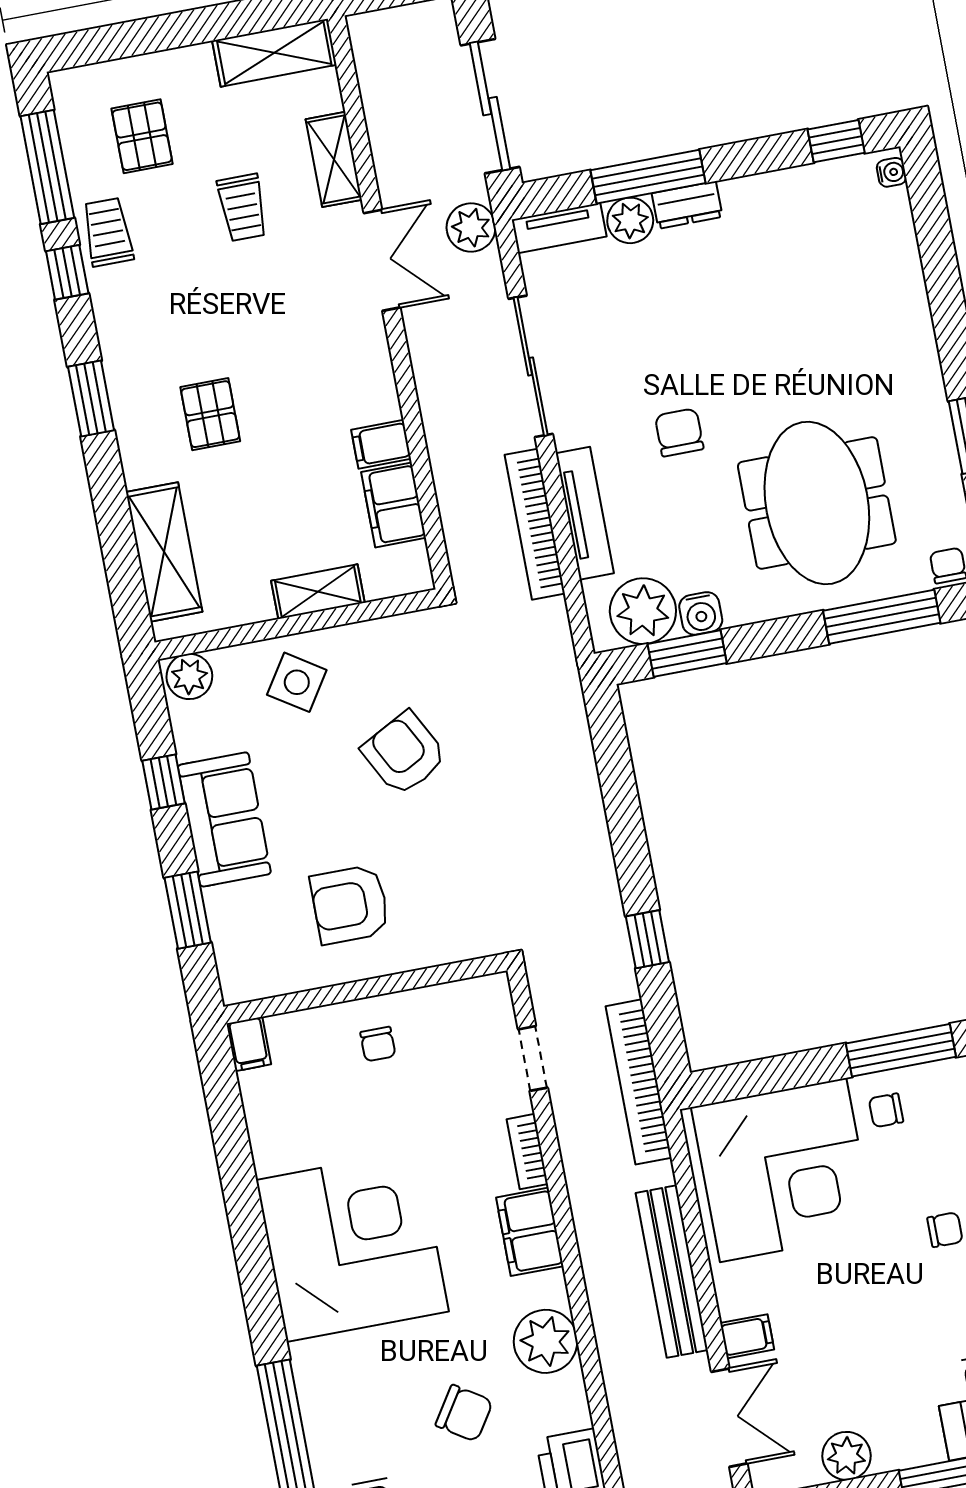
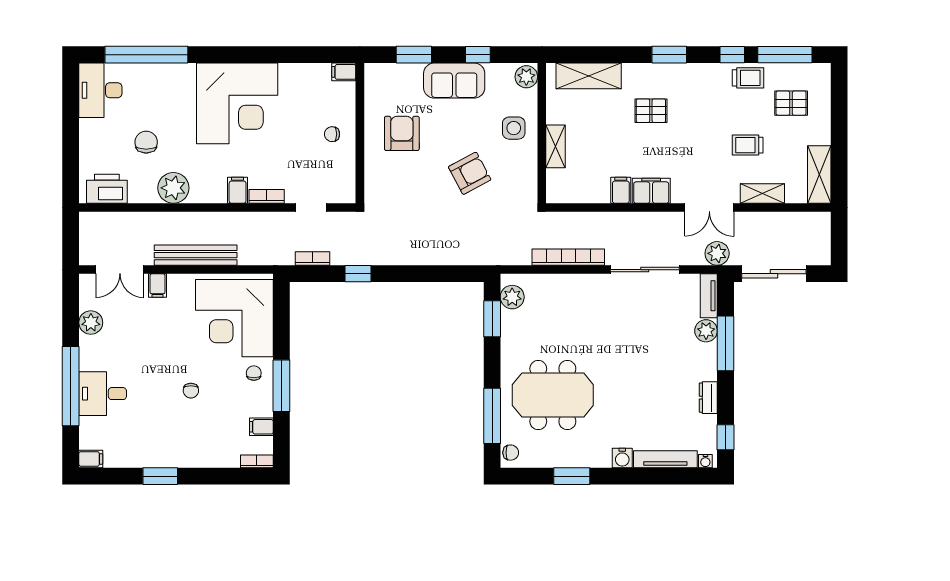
dresser: (687, 205) -> (708, 398), moved
chair: (679, 432) -> (599, 335), removed
filing cabinet: (394, 505) -> (651, 191), moved
tv unit: (585, 513) -> (665, 459), moved, turned 180
plant: (643, 611) -> (512, 297), width x0.73, depth x0.73
water cooler: (701, 613) -> (622, 458), moved, turned -90
side table: (297, 682) -> (514, 128), turned -33
bookcase: (639, 1082) -> (312, 259), width x0.43, depth x0.76
filing cabinet: (530, 1232) -> (238, 190), width x0.50
chair: (464, 1413) -> (146, 142), turned 147

